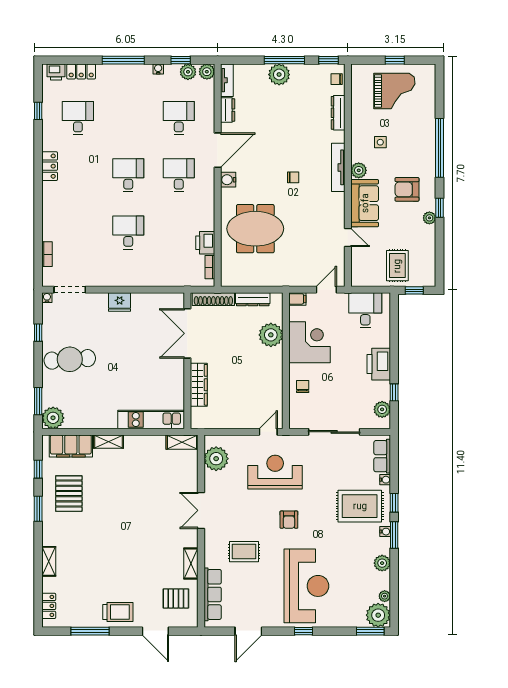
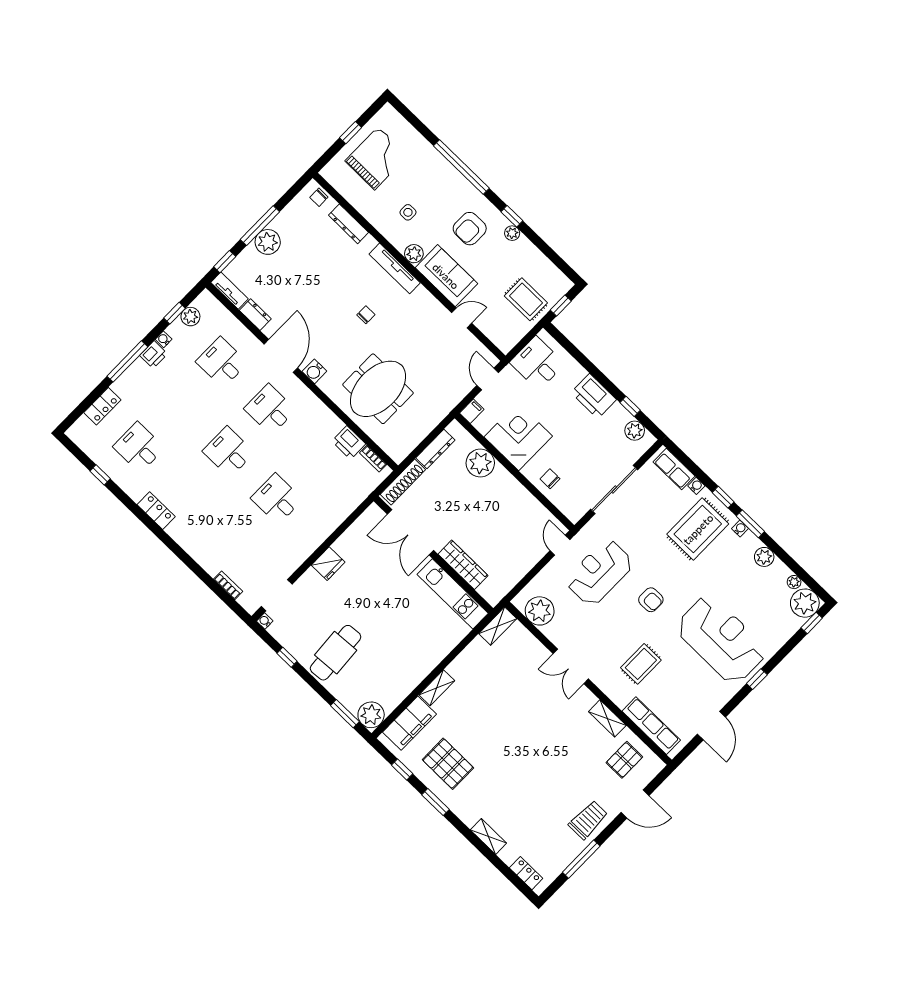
window: (329, 60) -> (225, 262), moved
printer: (56, 72) -> (154, 355), moved
plant: (207, 72) -> (206, 301), removed
kitchen unit: (151, 420) -> (453, 594), moved, turned -90
window: (370, 631) -> (812, 623), width x0.67

